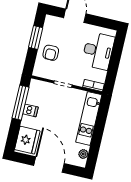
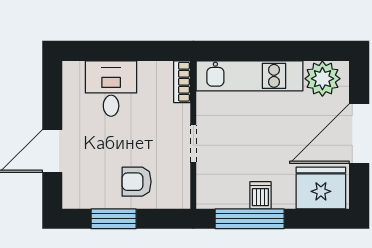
desk: (98, 51) -> (111, 89), width x0.73
armchair: (51, 53) -> (137, 182), turned 180
plant: (83, 154) -> (322, 79), width x1.87, depth x1.87

